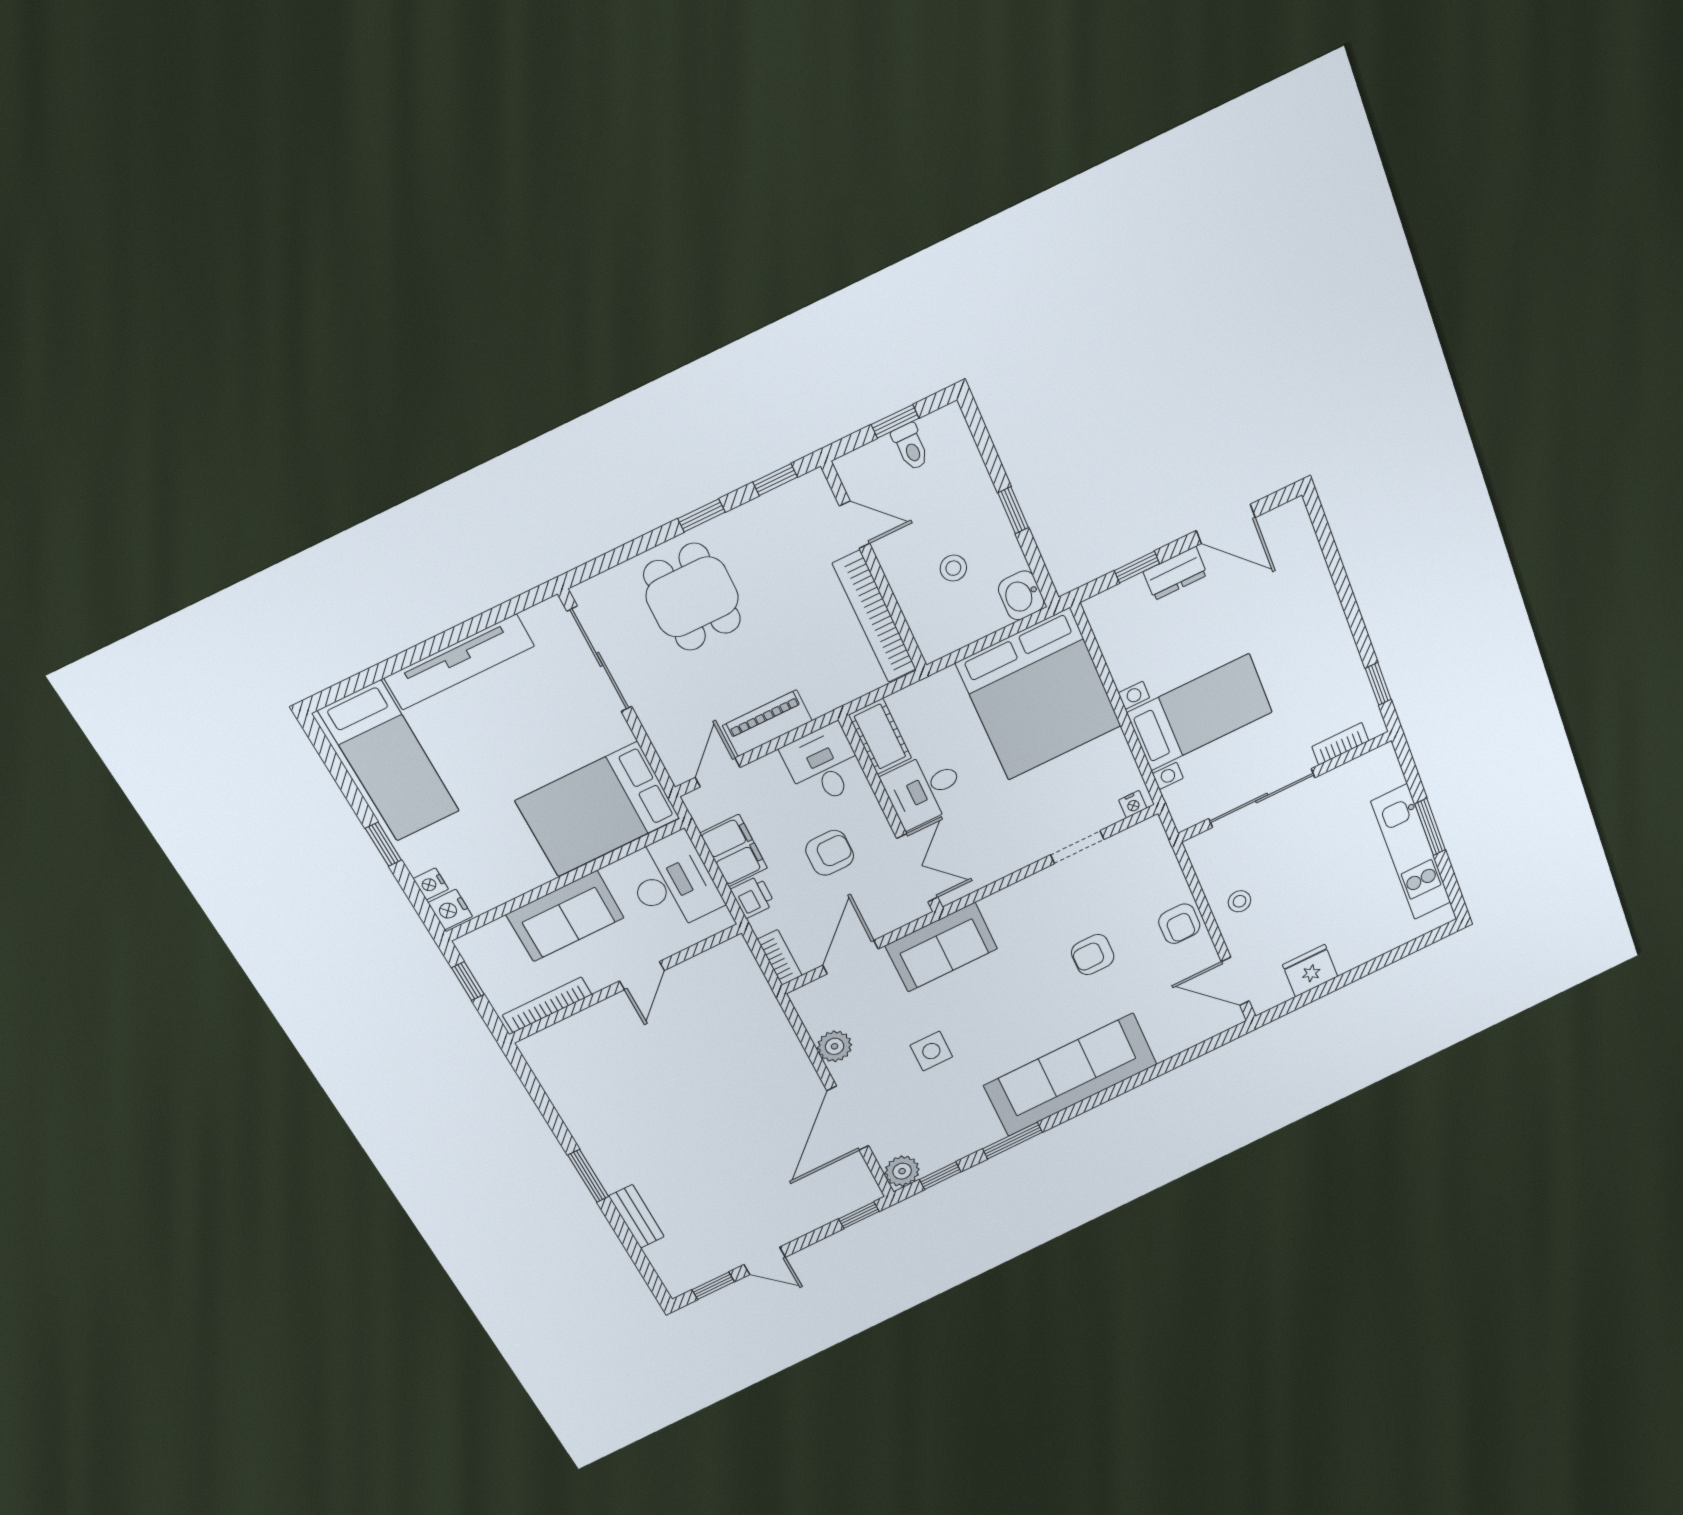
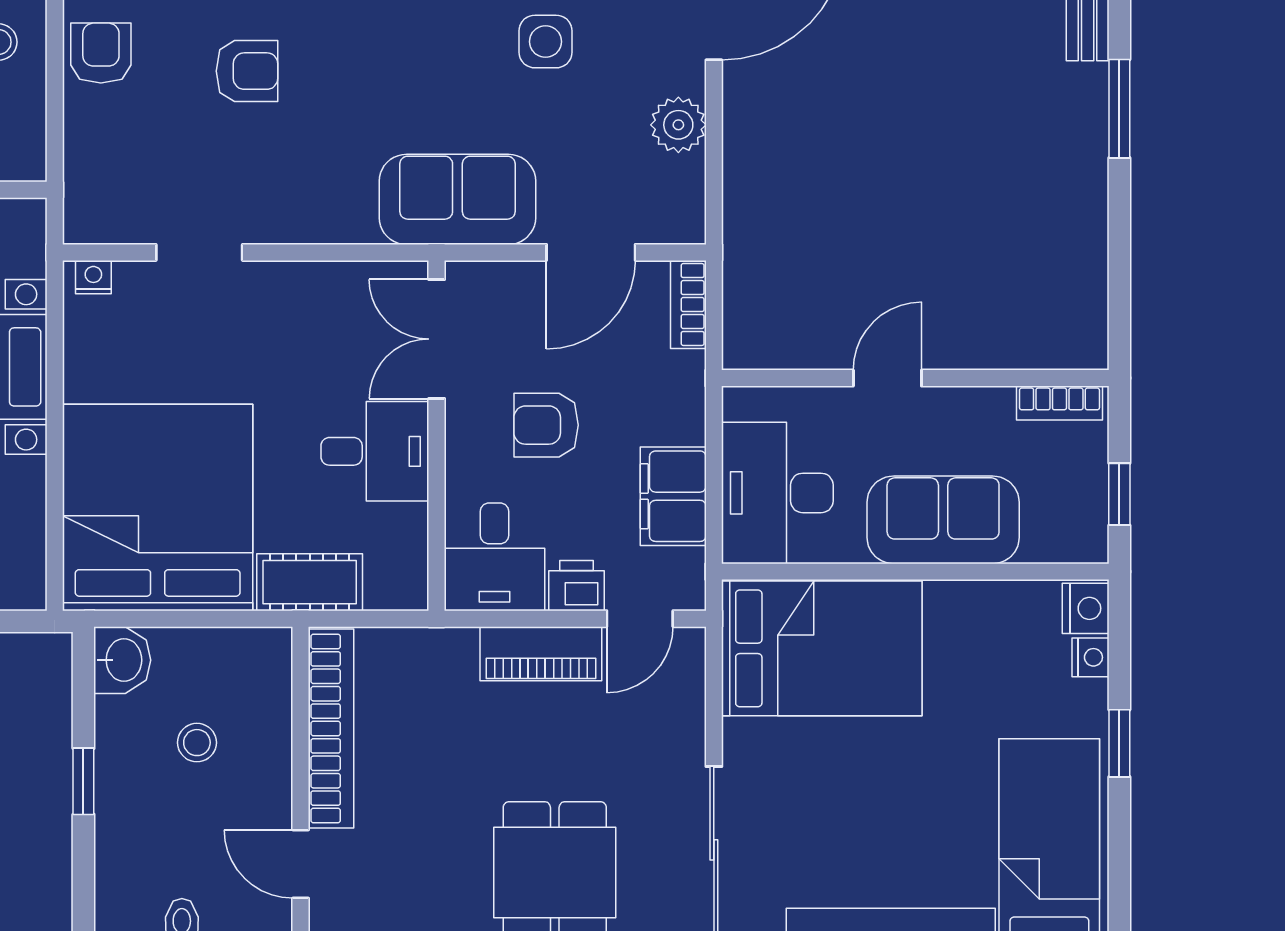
cot: (880, 737) -> (310, 582), moved, turned 90
printer: (753, 897) -> (577, 586), moved, turned 90
bookcase: (547, 1005) -> (1059, 403), width x0.64

